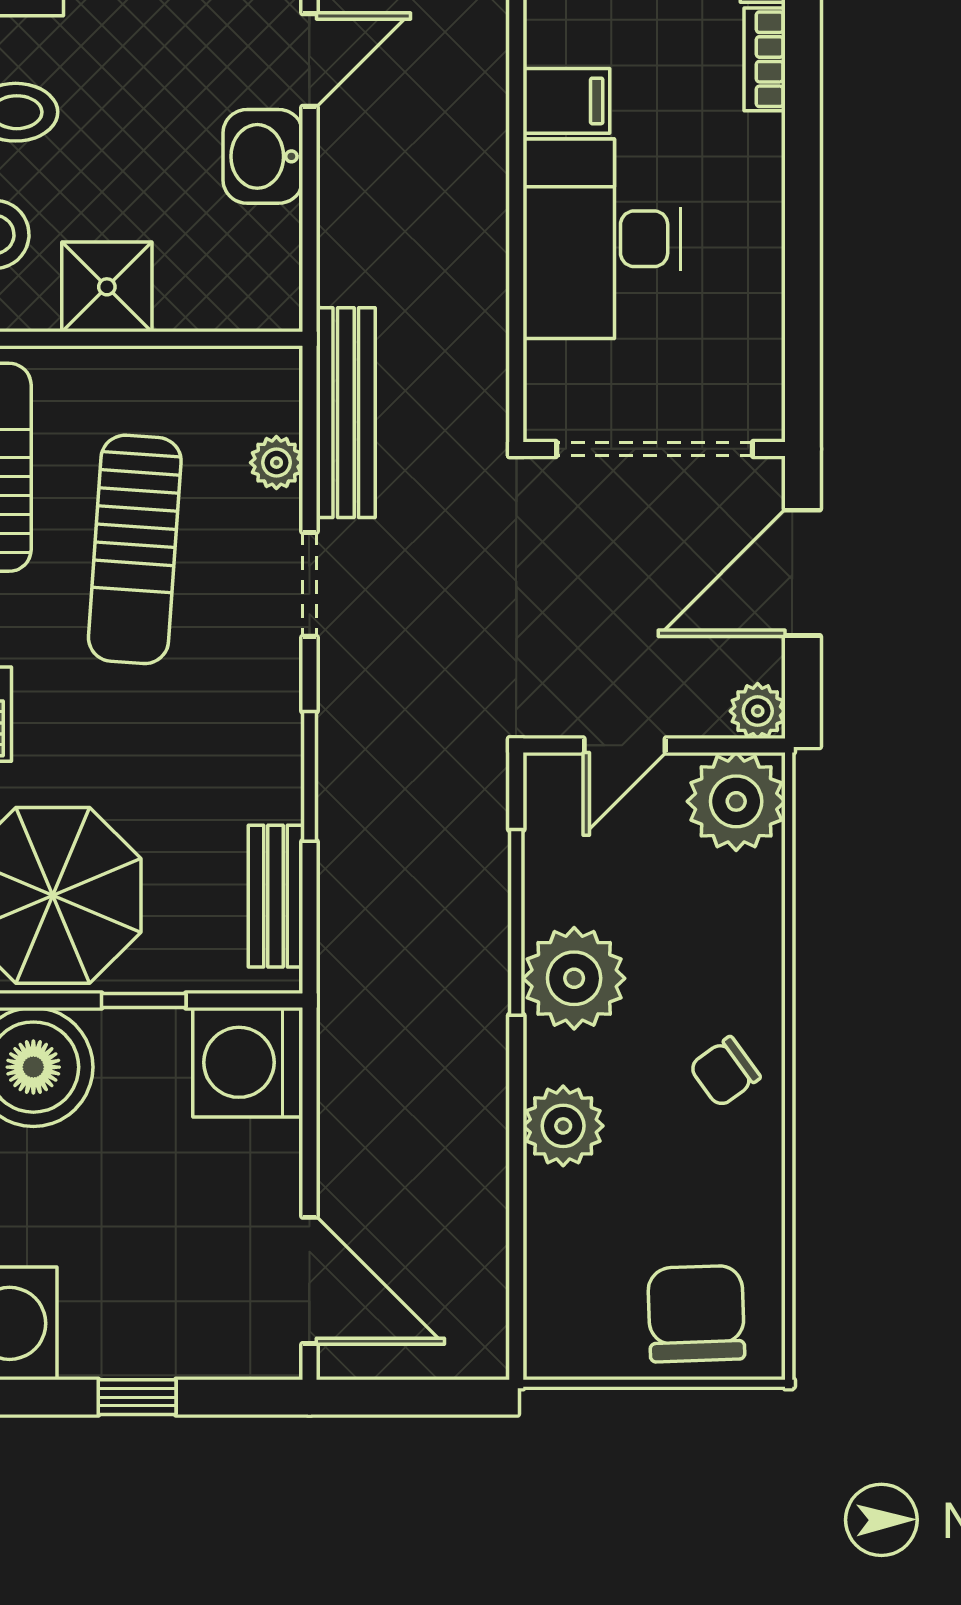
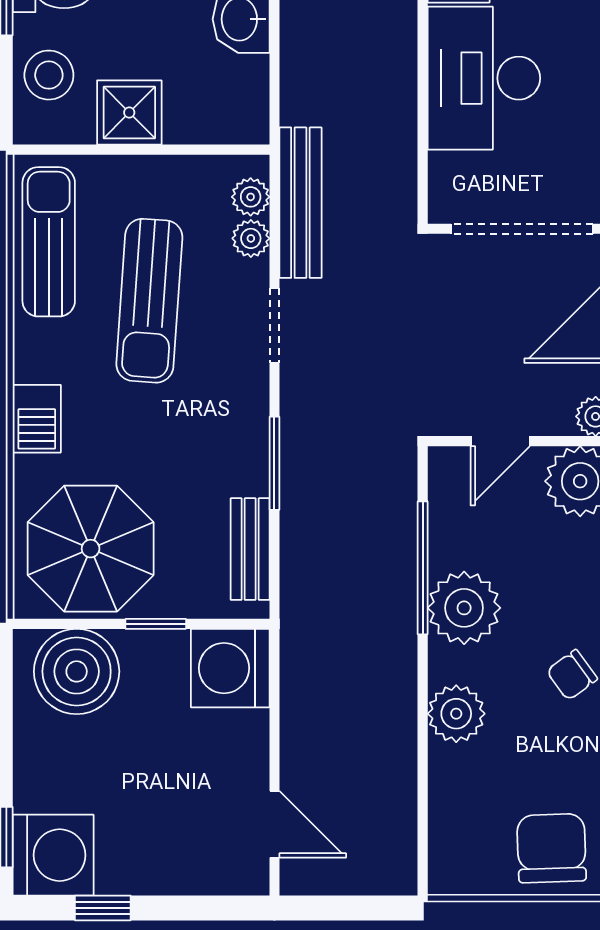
plant: (276, 405) -> (251, 197), added
door: (309, 1280) -> (274, 824), width x0.73
window: (137, 1397) -> (103, 908), moved

